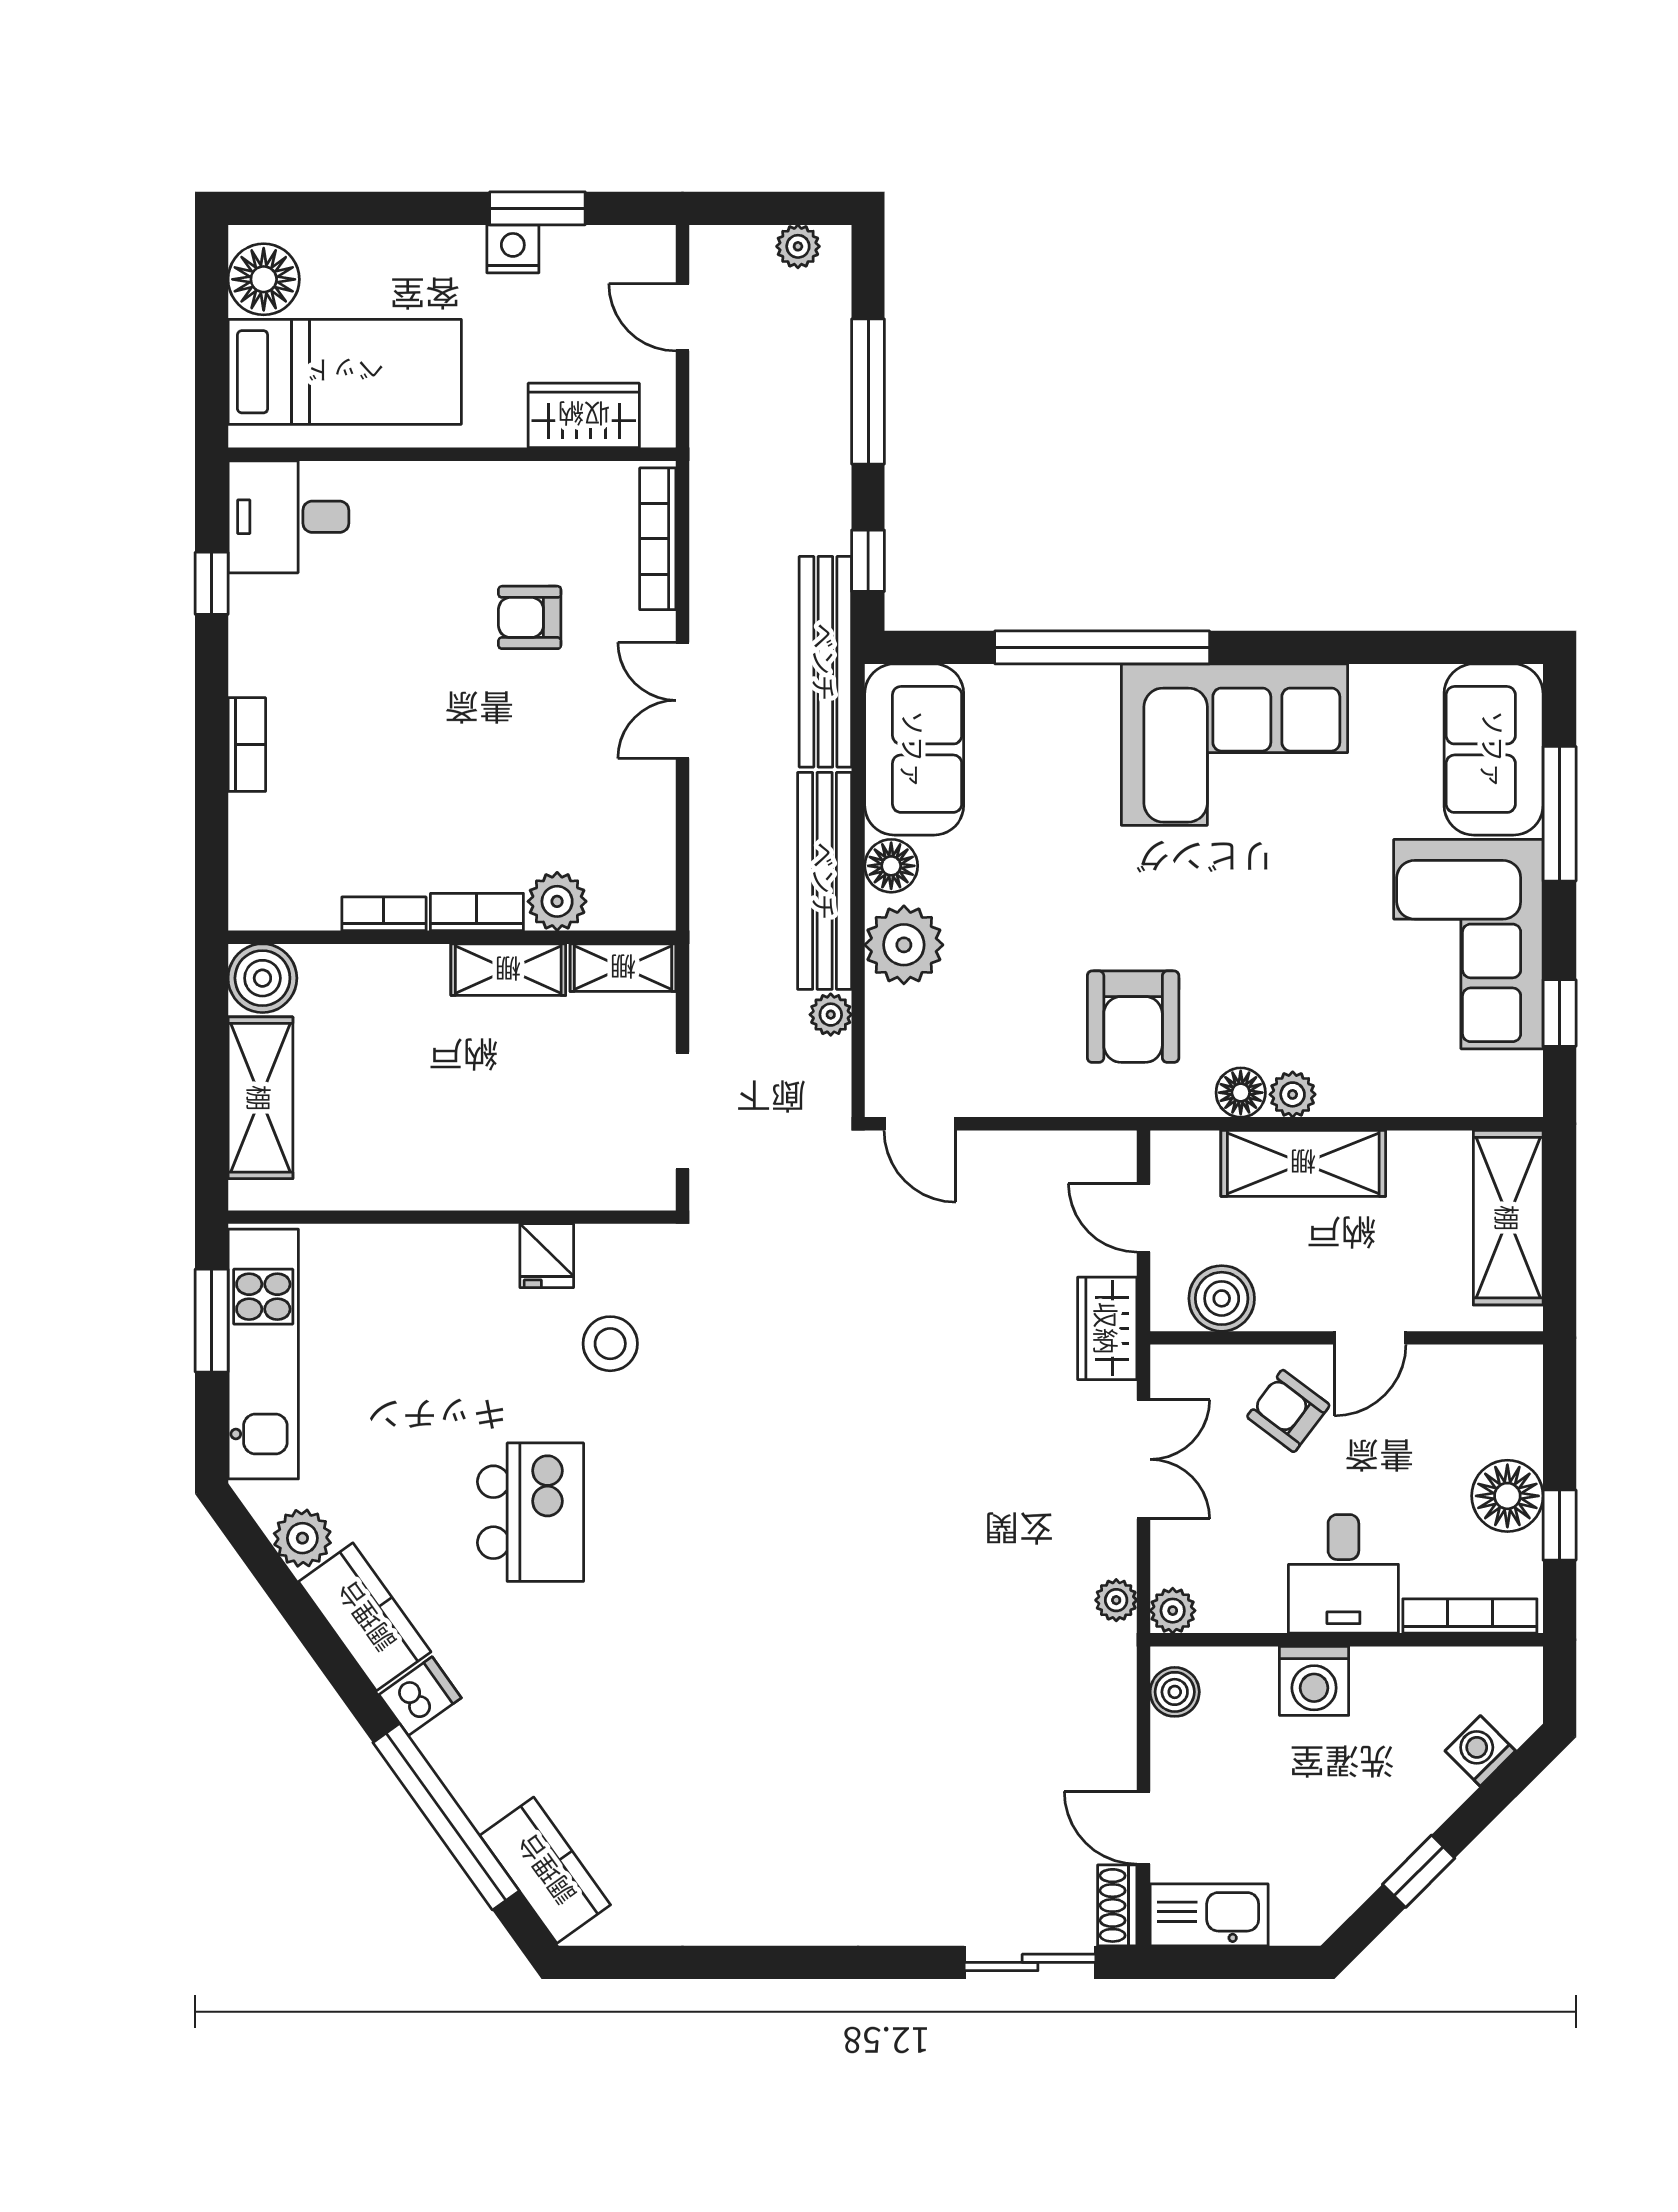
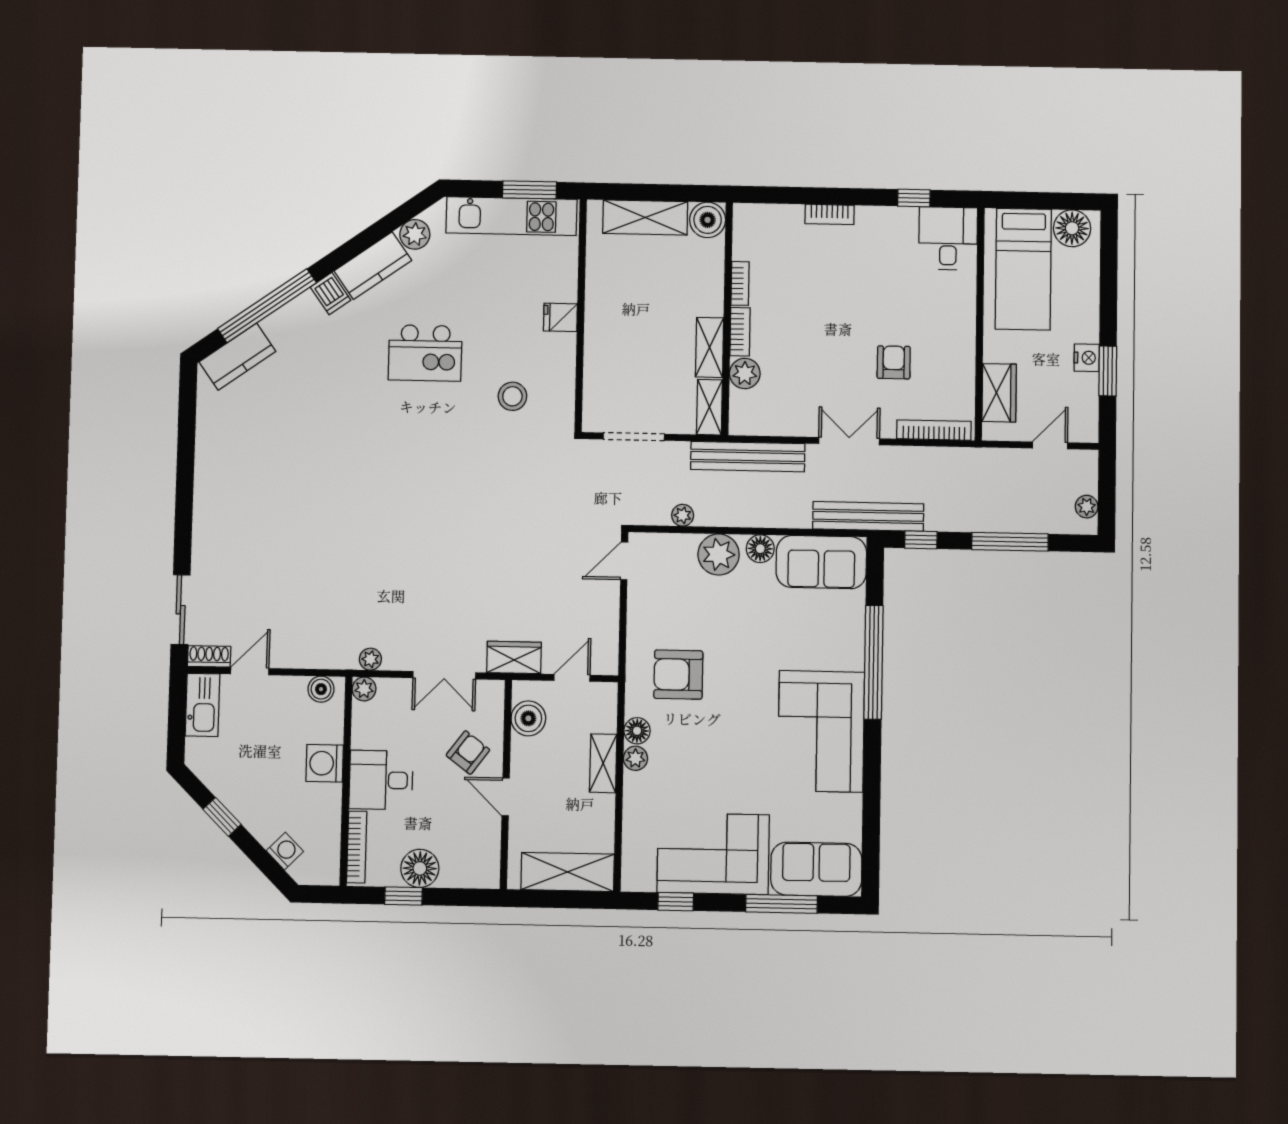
bench: (825, 881) -> (748, 457), moved
shelving: (1303, 1163) -> (603, 763), width x0.67, depth x0.75
fridge: (547, 1256) -> (560, 317), moved

